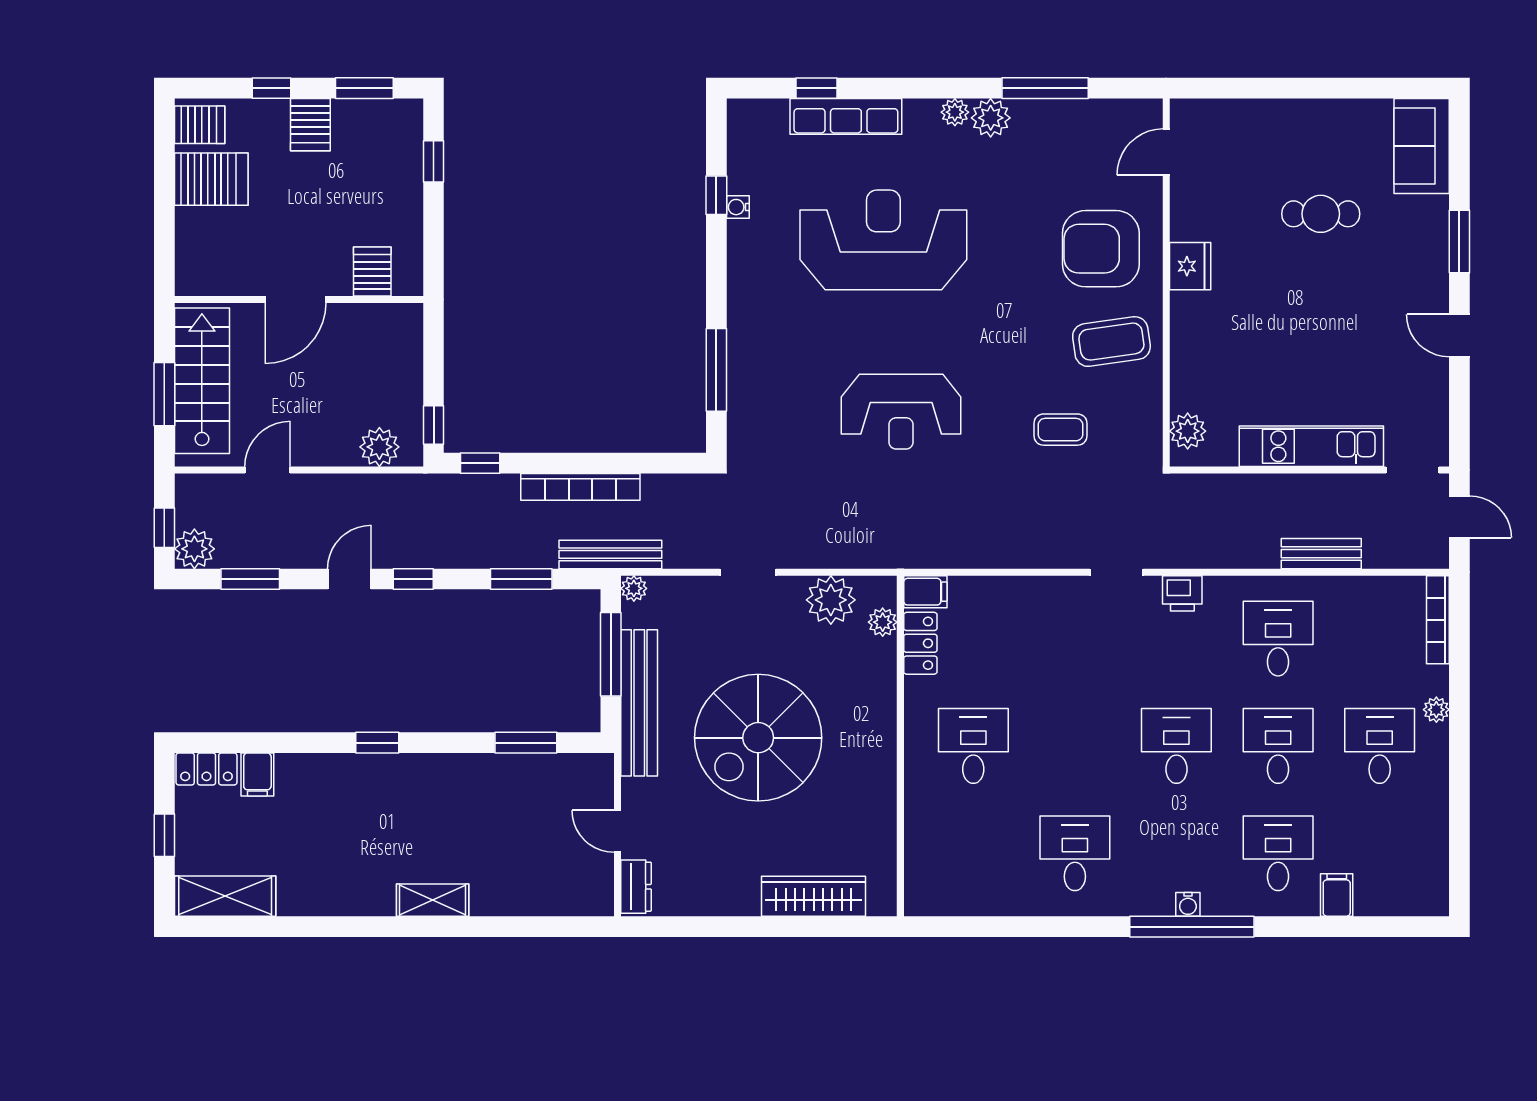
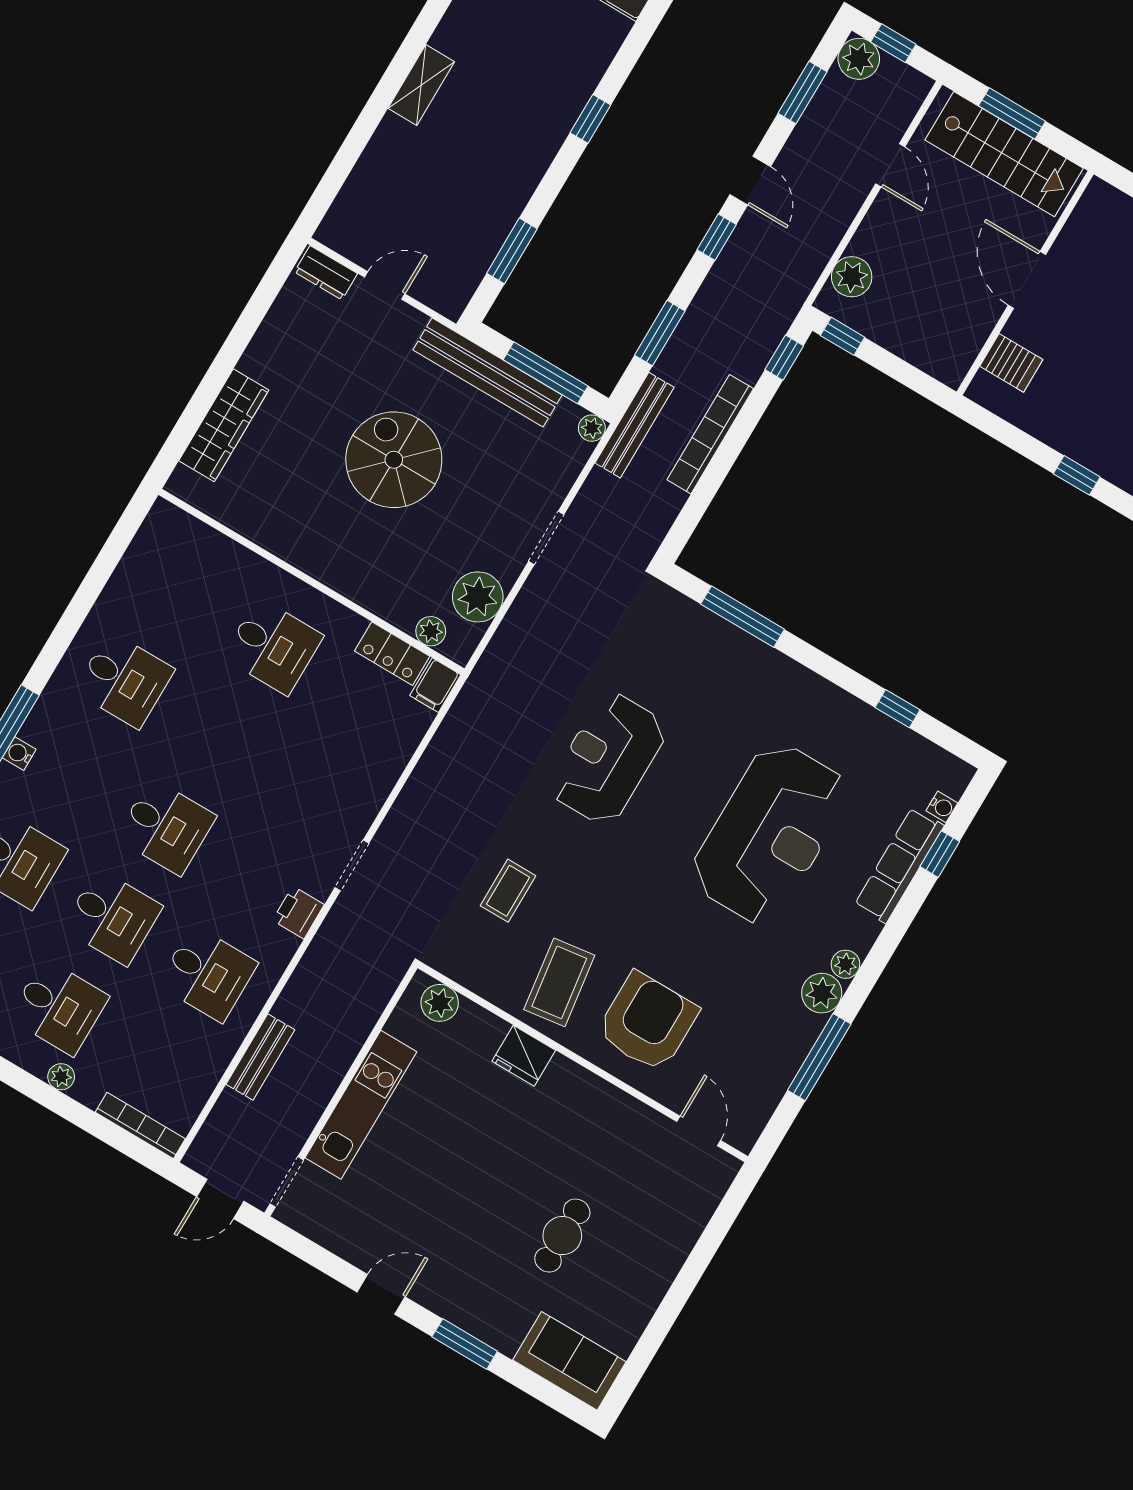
water cooler: (738, 207) -> (942, 807), moved, turned 90
fridge: (1190, 266) -> (524, 1056), moved
spiral stairs: (758, 738) -> (394, 460), width x0.73, depth x0.73

